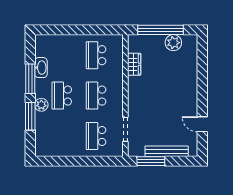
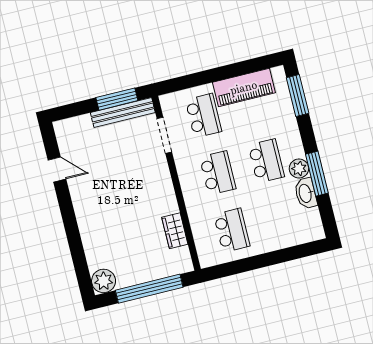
plant: (173, 43) -> (104, 281), moved
plant: (41, 105) -> (299, 169), moved
window: (30, 116) -> (298, 96), moved
piano: (65, 148) -> (244, 88), added
bench: (167, 151) -> (123, 113), moved

